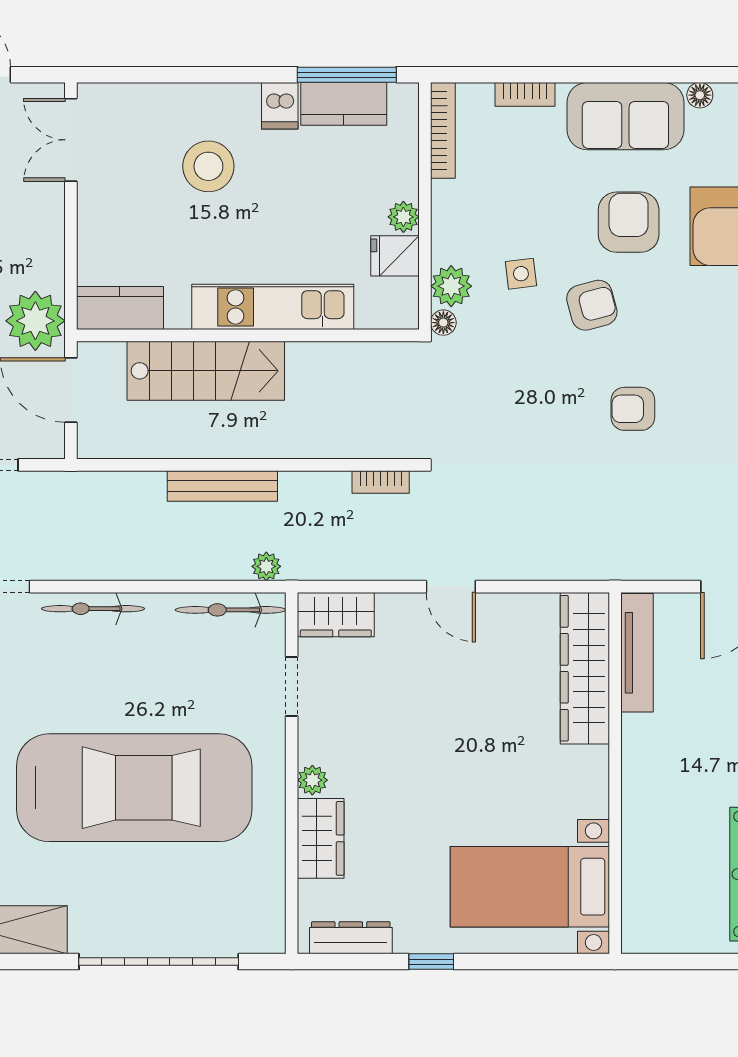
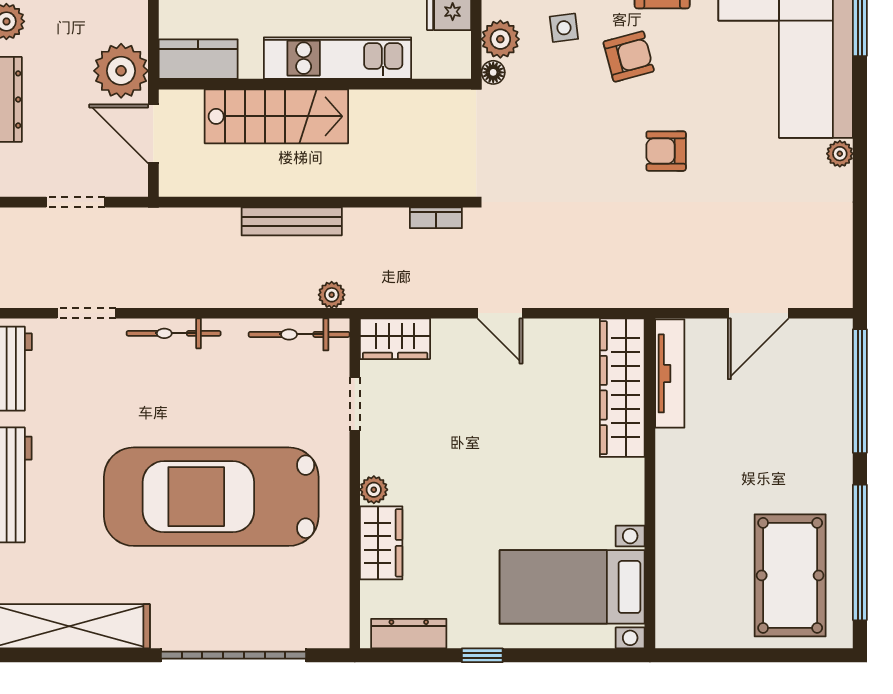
car: (134, 788) -> (211, 497), turned 180

